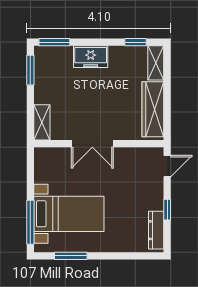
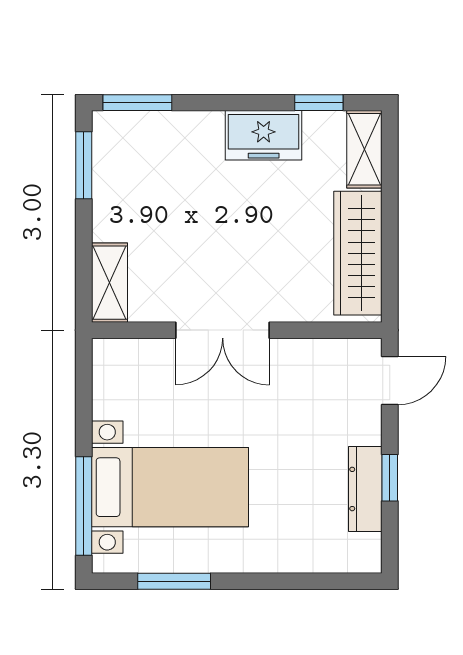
freezer: (91, 57) -> (264, 135), moved
dresser: (156, 230) -> (365, 489), moved

